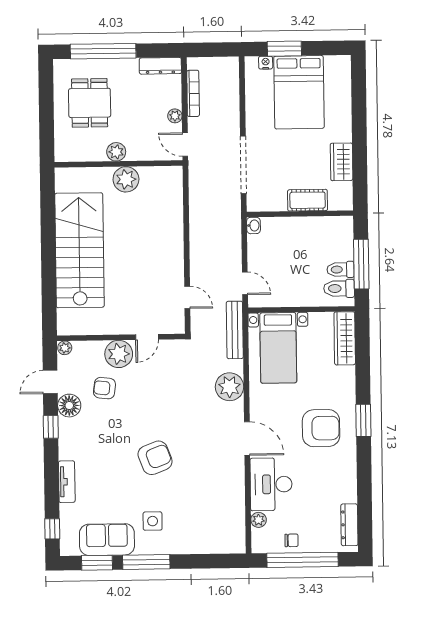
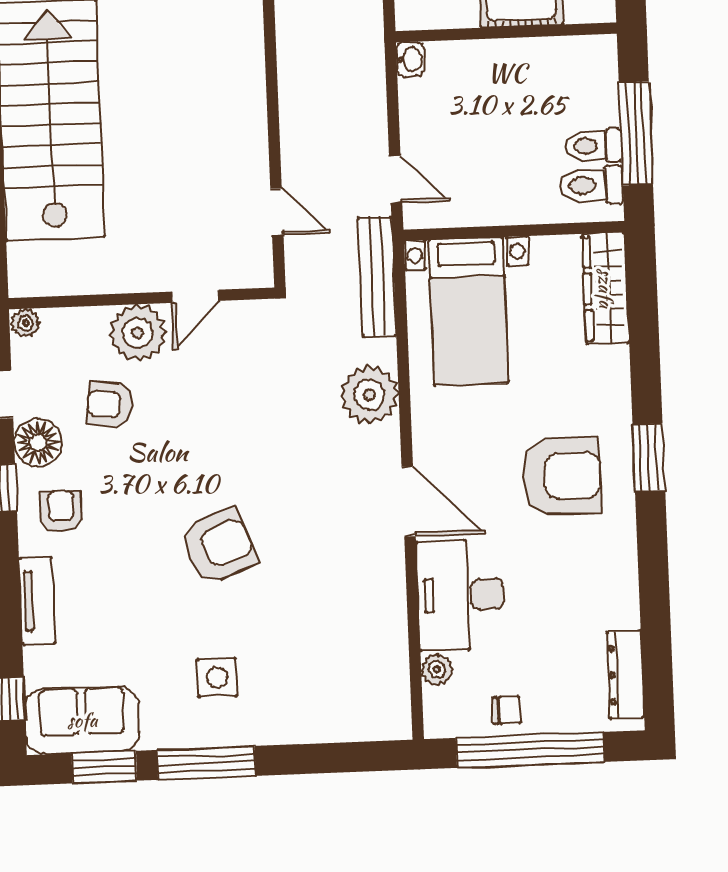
armchair: (79, 439) -> (61, 511), added
sofa: (107, 540) -> (82, 720), moved

